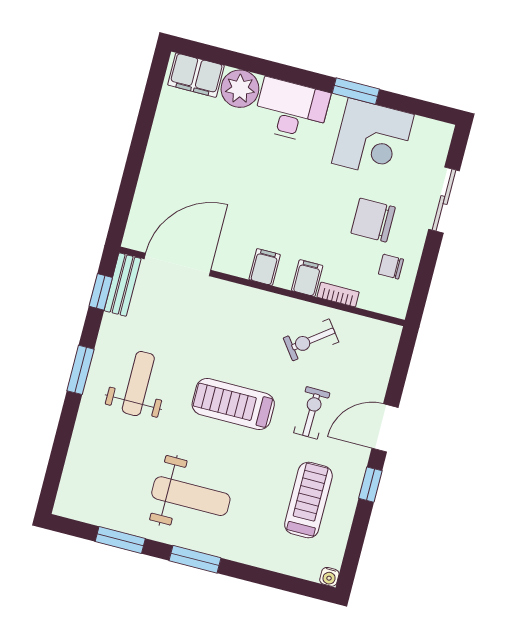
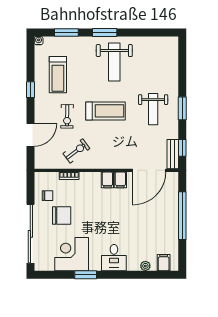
filing cabinet: (196, 75) -> (164, 263), width x0.50
plant: (240, 89) -> (145, 266), width x0.53, depth x0.53
desk: (291, 110) -> (114, 258), width x0.73
window: (135, 158) -> (182, 216), added
sliding door: (444, 200) -> (30, 234), width x1.86
filing cabinet: (307, 278) -> (120, 180), moved
door: (385, 428) -> (30, 135), moved
weight bench: (191, 496) -> (114, 62), turned -90
window: (120, 540) -> (66, 32), moved

